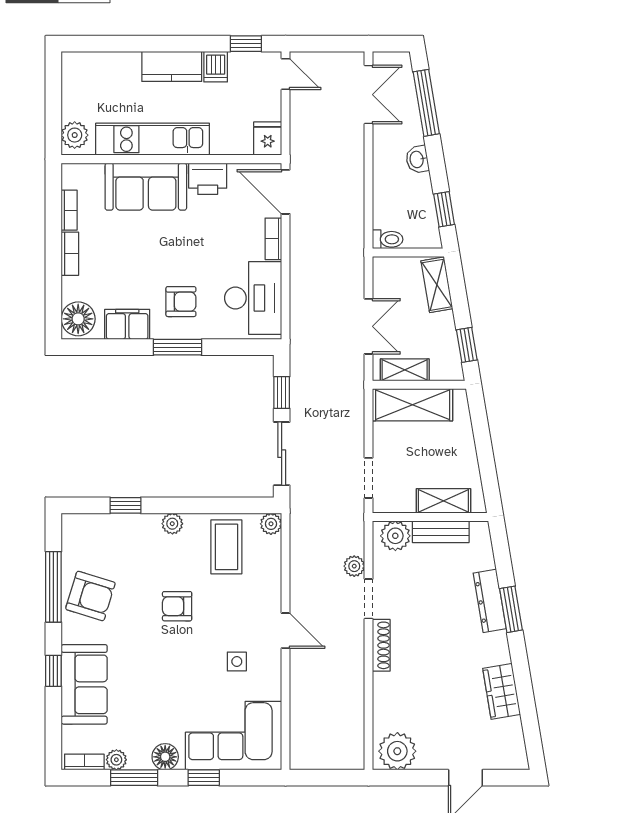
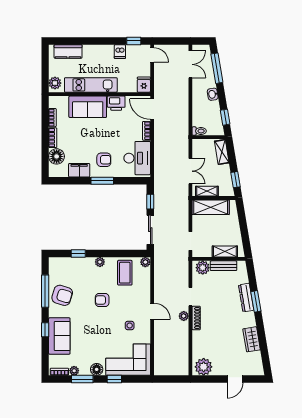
kitchen counter: (172, 66) -> (68, 51), moved
floor lamp: (78, 319) -> (57, 156), moved
plant: (354, 566) -> (184, 316), moved

